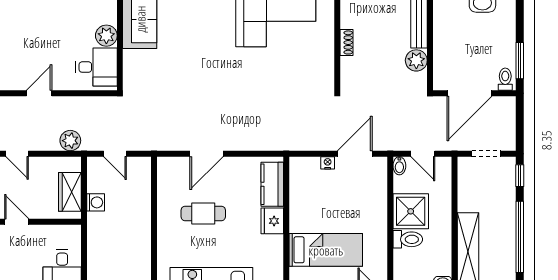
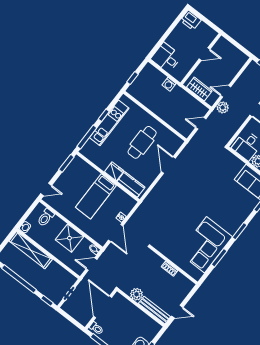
door: (17, 154) -> (226, 91), moved
washing machine: (96, 202) -> (169, 84), moved
cafe table: (203, 213) -> (142, 142), width x1.37, depth x1.35
toilet: (408, 239) -> (46, 217), moved
bed: (326, 250) -> (96, 196), moved

